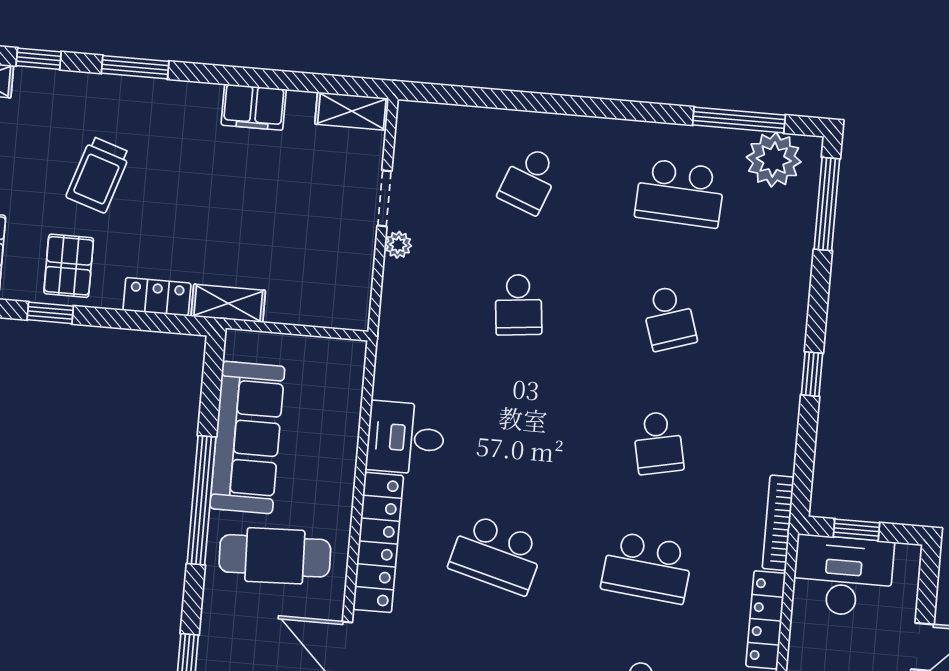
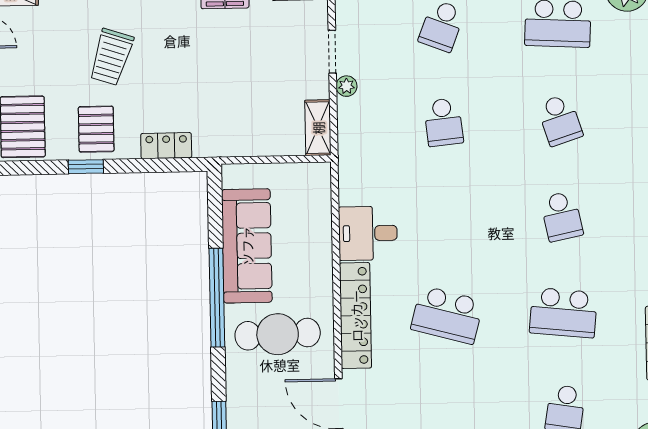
shelving: (228, 303) -> (318, 128), moved, turned 90

